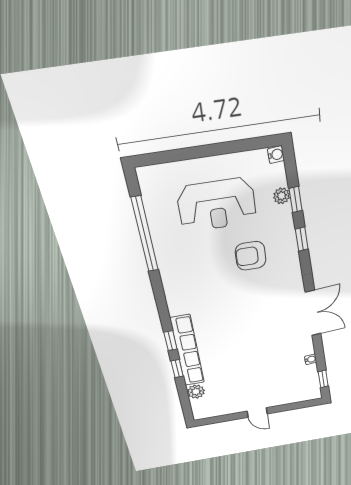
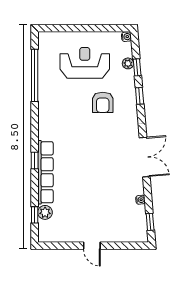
reception desk: (217, 205) -> (85, 63), turned 180
armchair: (251, 256) -> (103, 102), turned -90
window: (177, 369) -> (35, 215), moved

